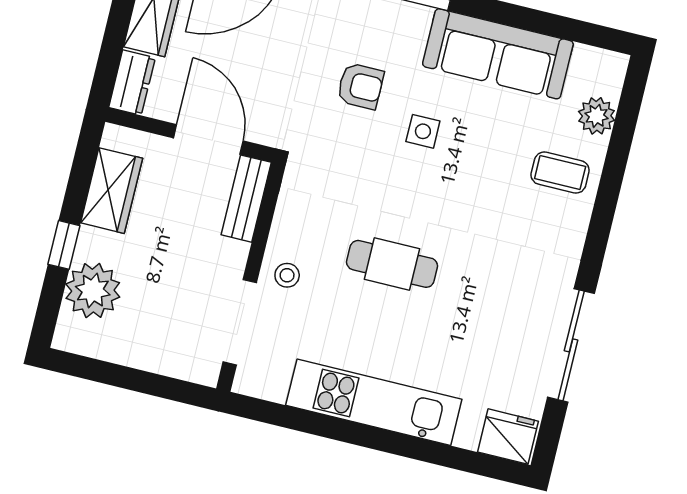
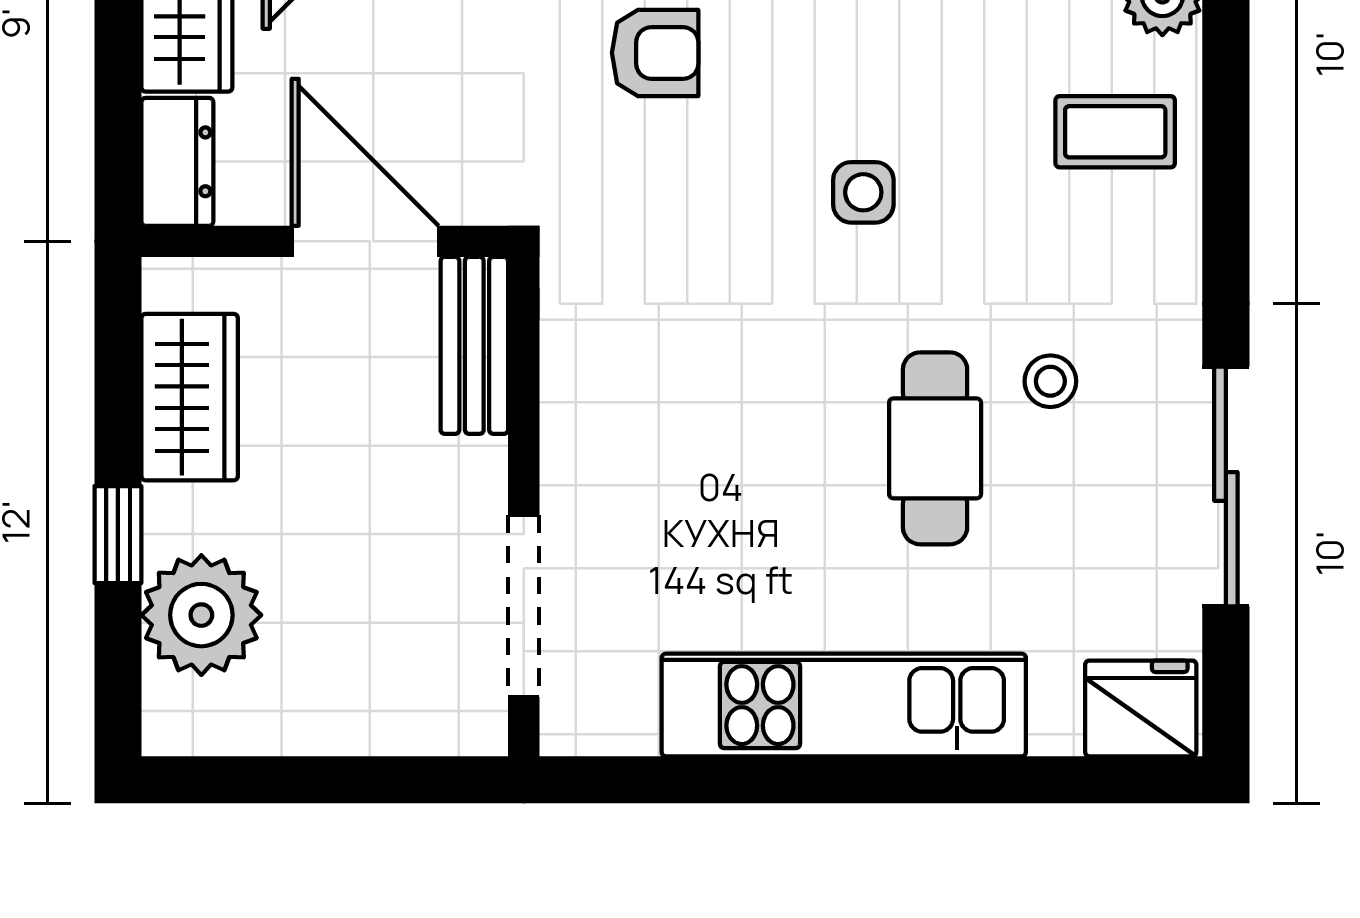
side table: (423, 131) -> (863, 192), moved
cafe table: (392, 264) -> (935, 448), moved, turned 90
stool: (287, 275) -> (1050, 381), moved

